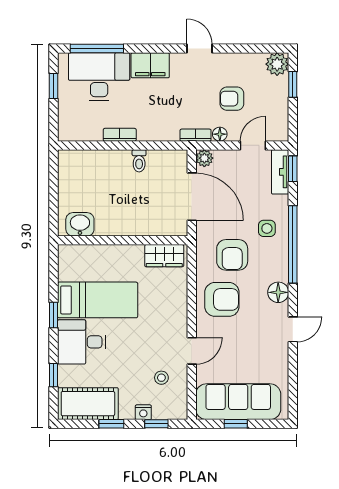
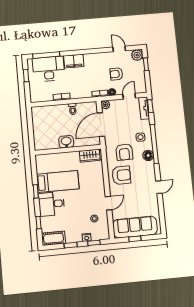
door: (199, 49) -> (119, 49), moved
door: (192, 197) -> (101, 125), swing flipped
washbasin: (80, 224) -> (66, 142), moved
floor lamp: (278, 292) -> (148, 155), moved
cot: (88, 404) -> (53, 238), width x0.73, depth x0.75

